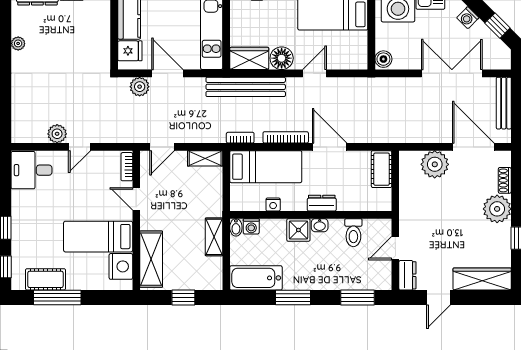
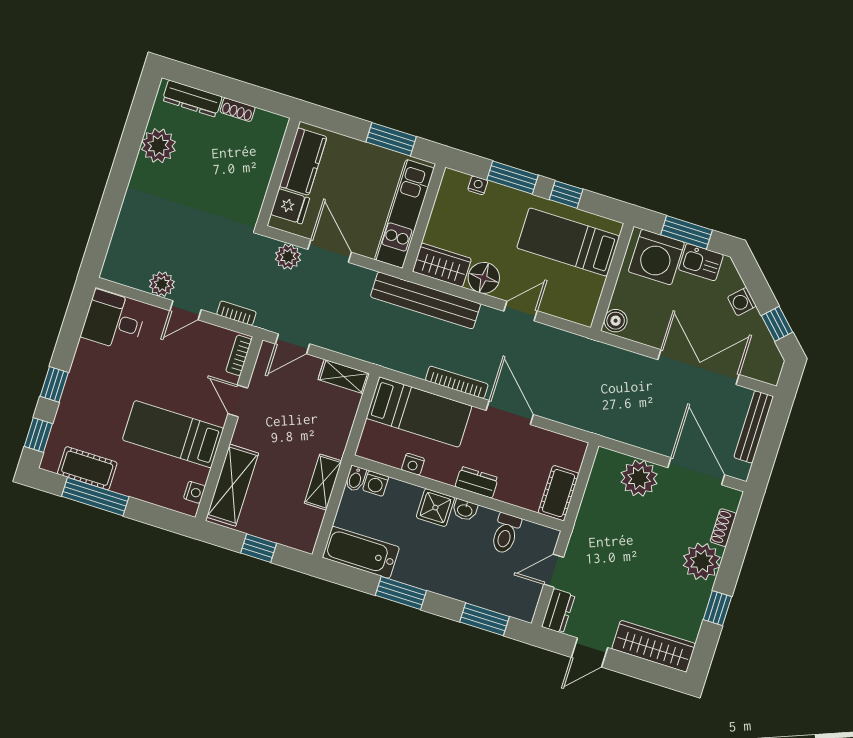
plant: (18, 43) -> (158, 146), width x1.88, depth x1.88
bookcase: (240, 138) -> (236, 313), moved
cot: (382, 169) -> (559, 493), moved
nightstand: (121, 266) -> (194, 492), width x0.53, depth x0.56

